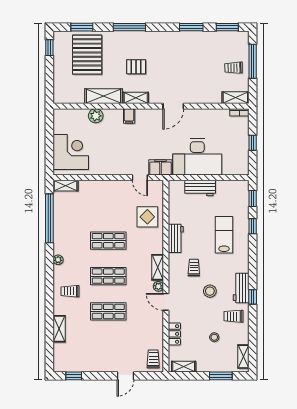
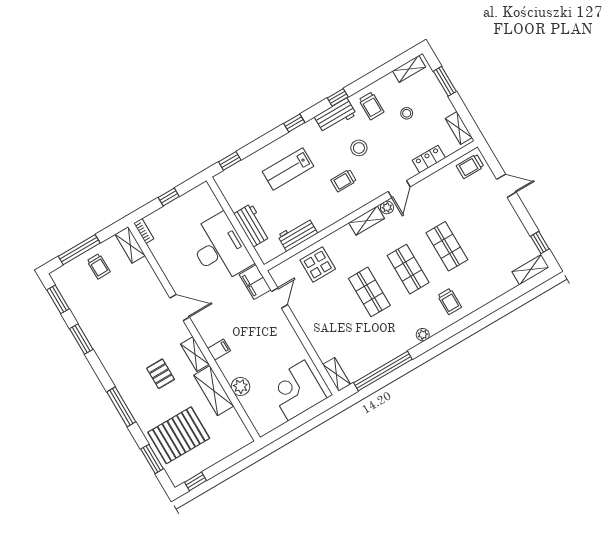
window: (253, 226) -> (294, 123), moved
workbench: (176, 238) -> (298, 234), moved
shelving: (59, 329) -> (530, 270), moved

